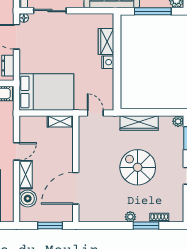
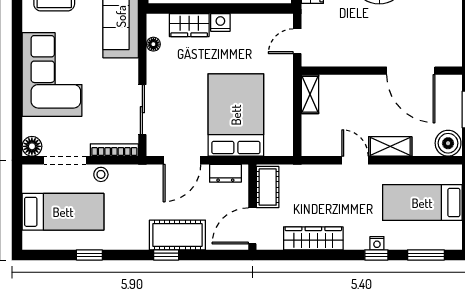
floor lamp: (24, 18) -> (153, 44), moved
bed: (46, 92) -> (236, 115), moved
boiler: (28, 199) -> (448, 143), moved

